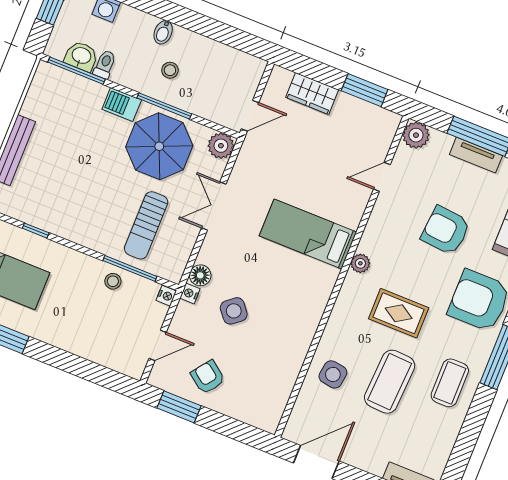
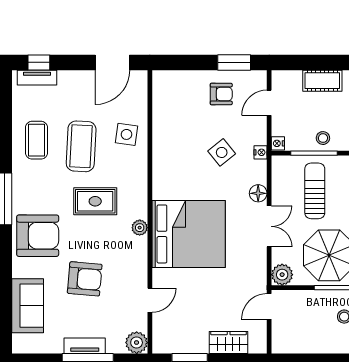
bed: (308, 234) -> (189, 234), width x2.04
floor lamp: (200, 275) -> (258, 193), moved
cot: (88, 346) -> (322, 81), added
armchair: (208, 377) -> (221, 94), turned -37
coffee table: (450, 383) -> (36, 140), moved

